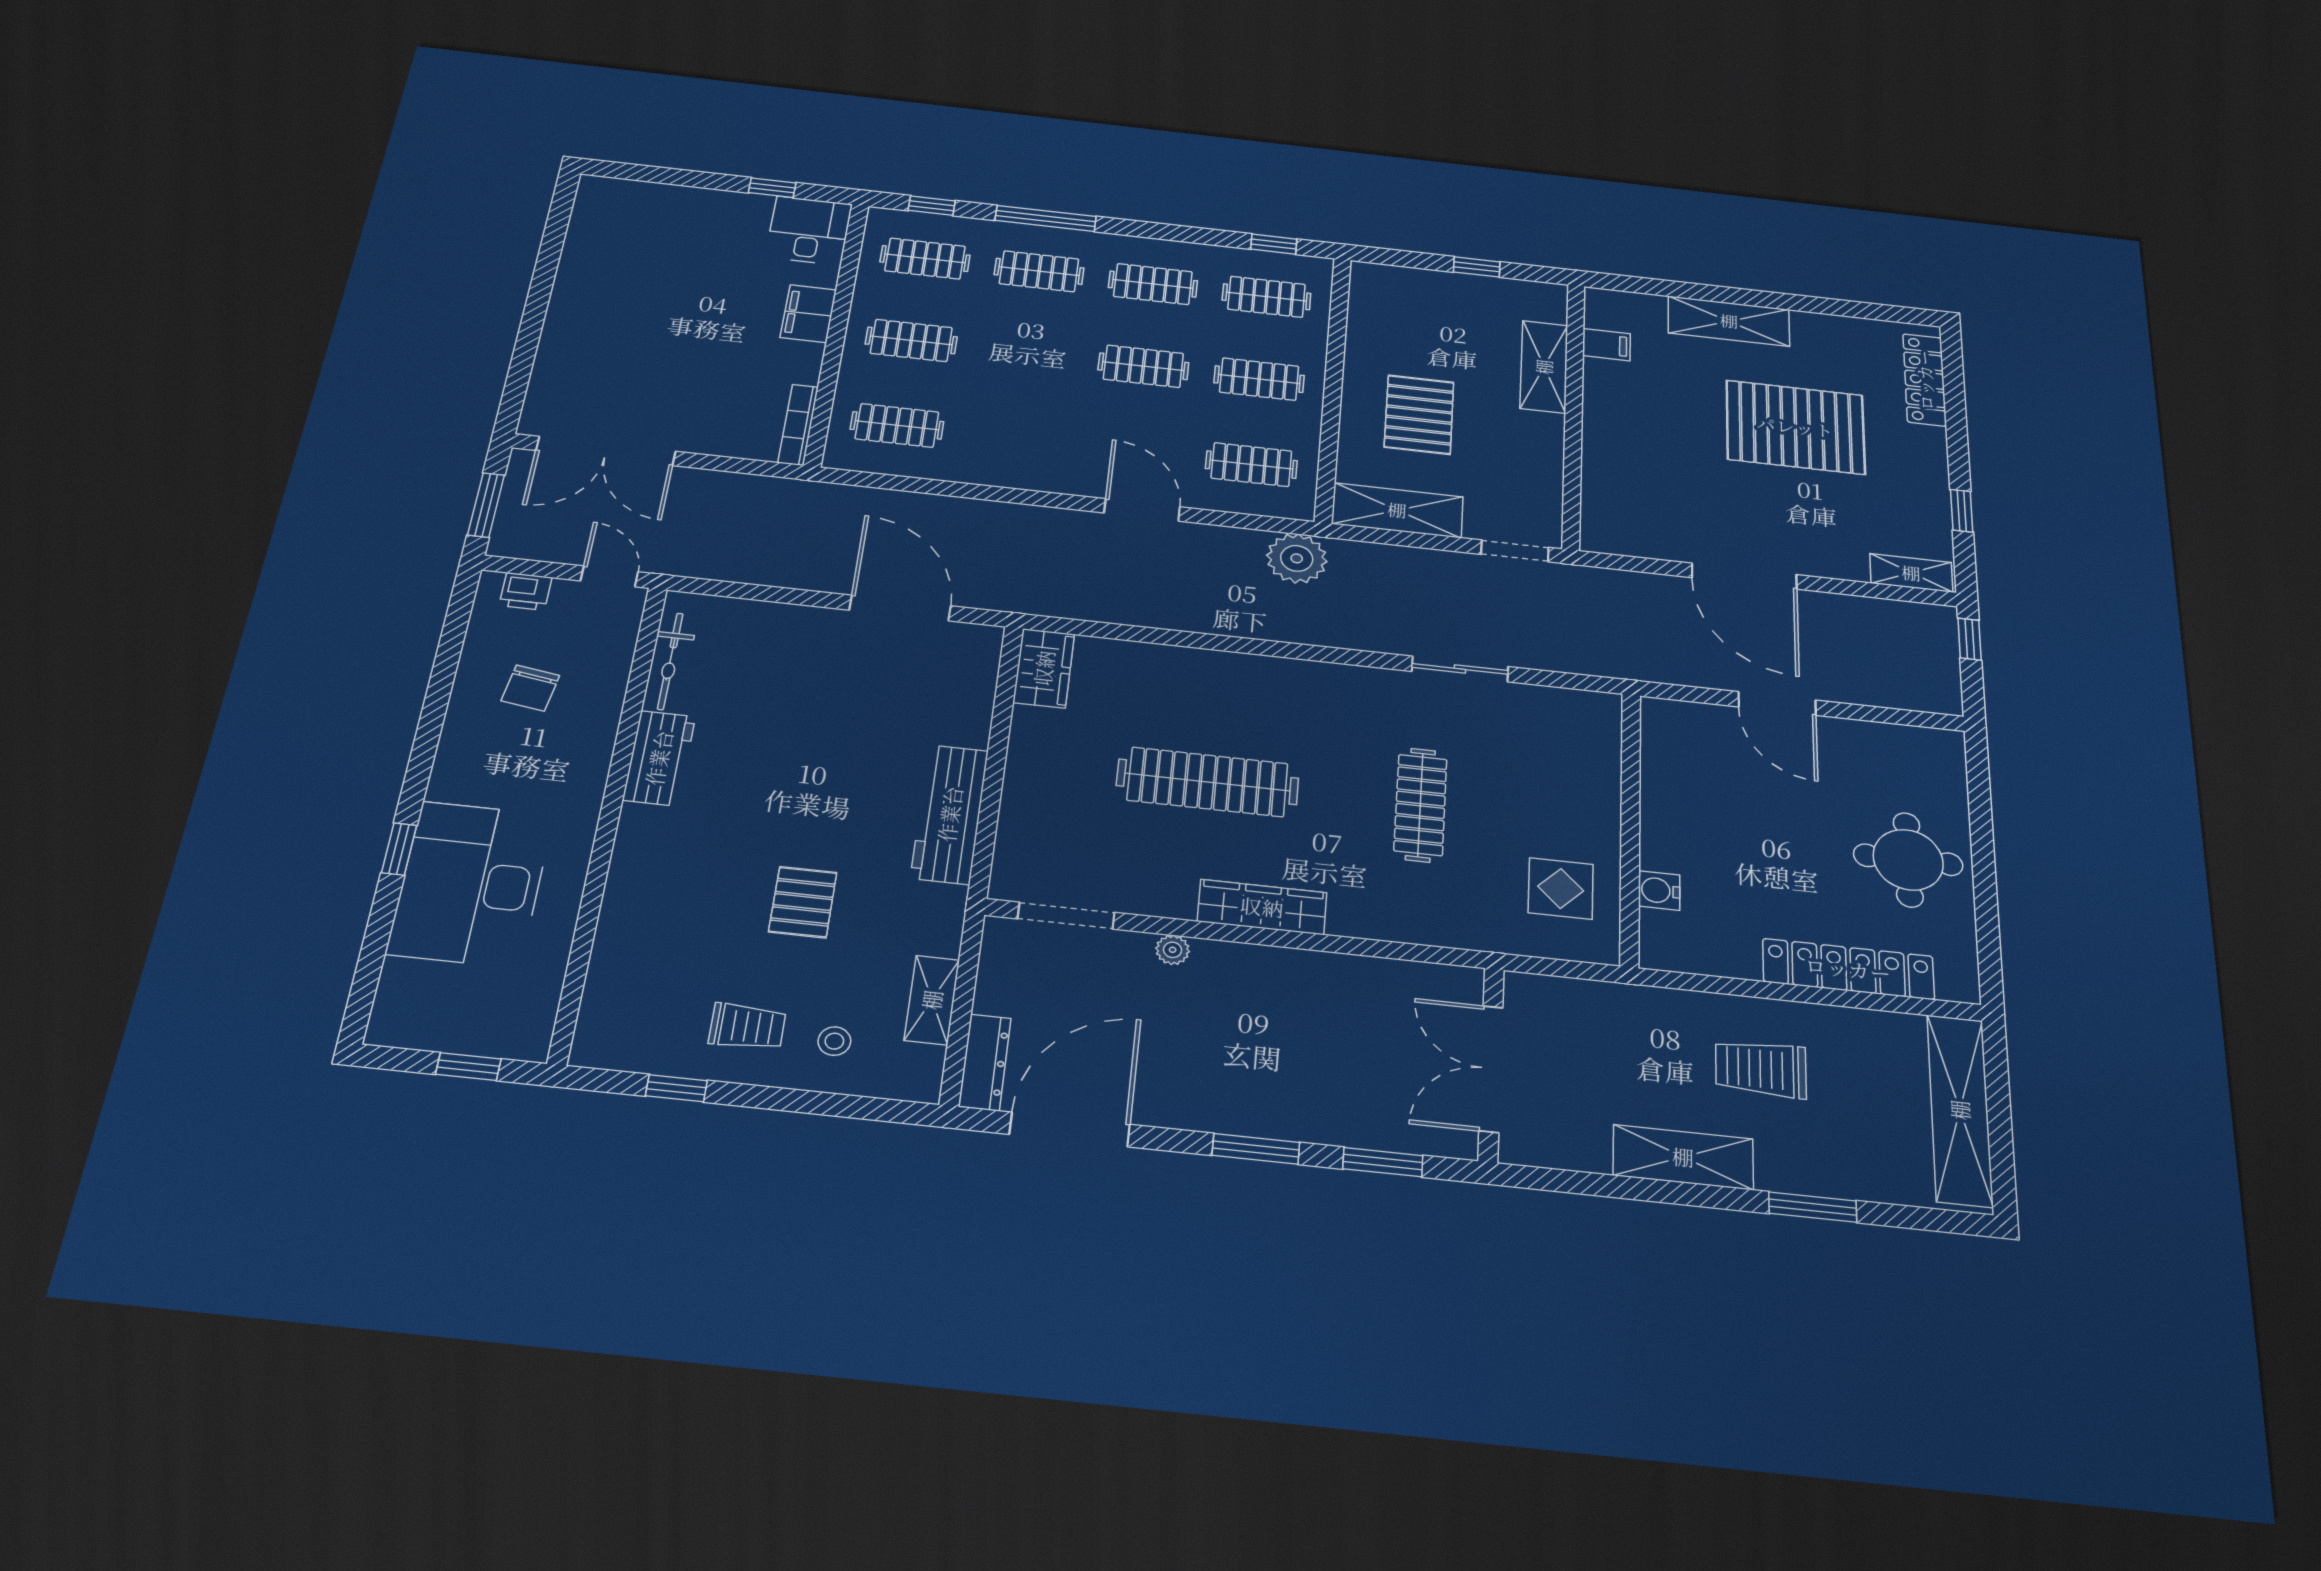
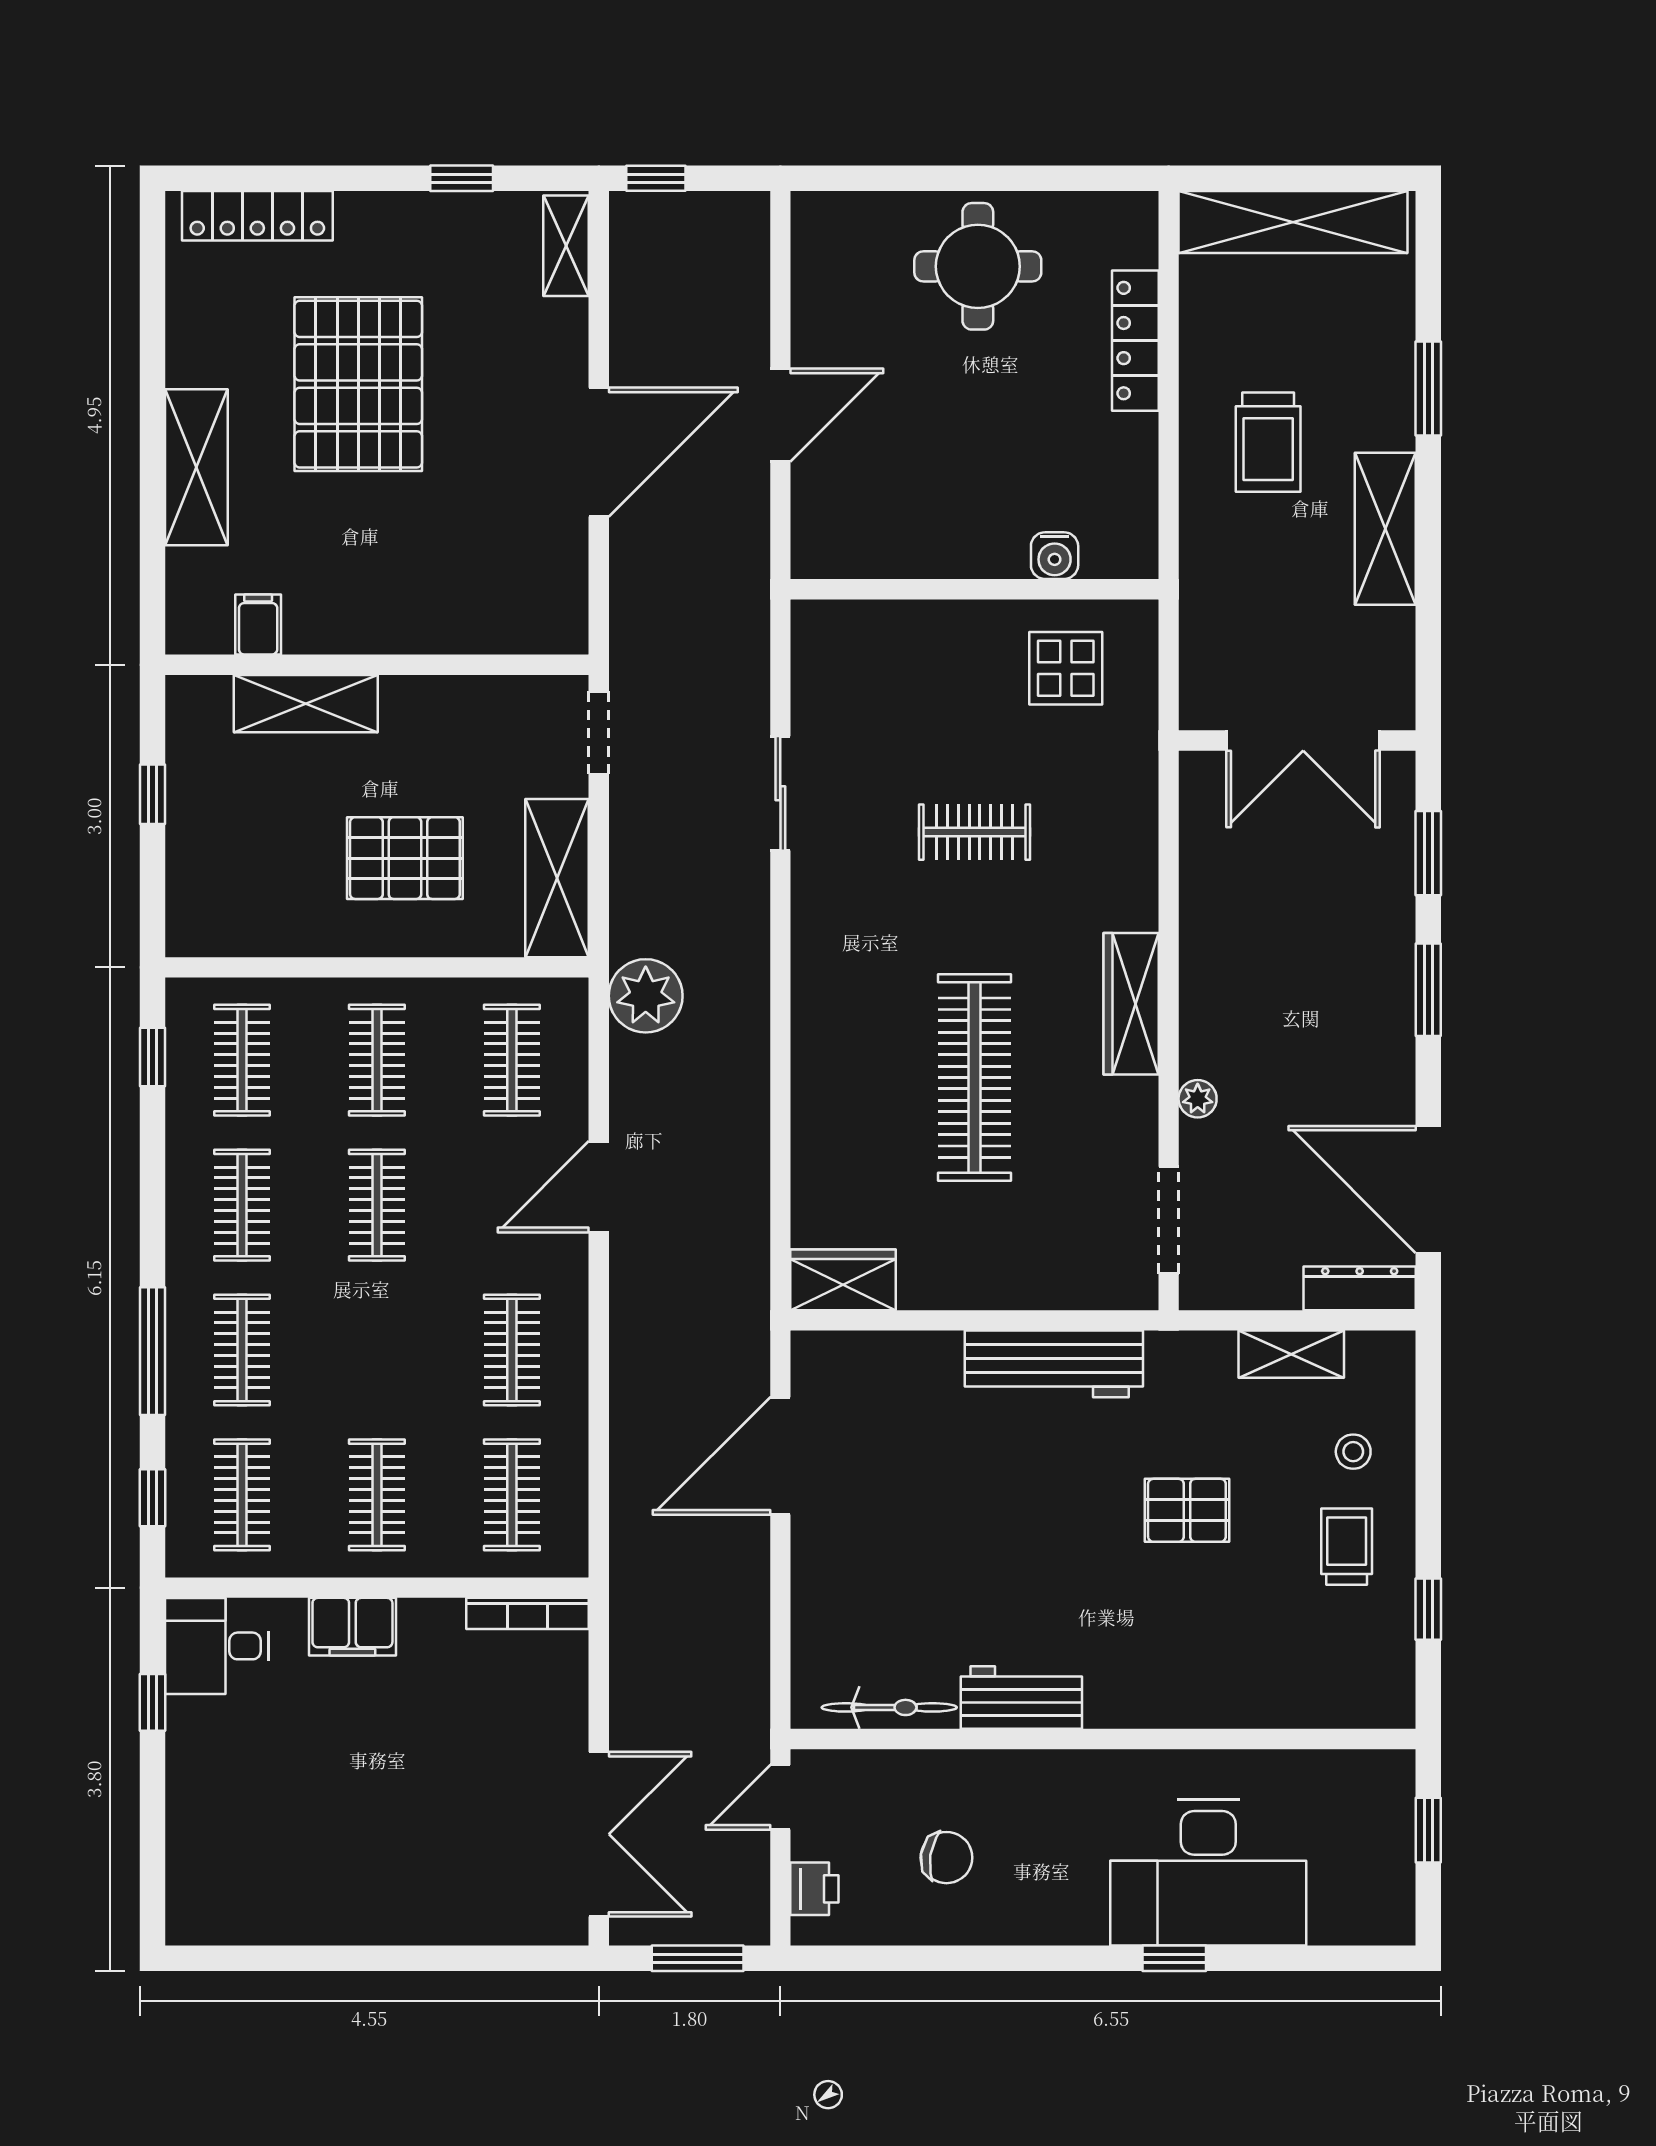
clothes rail: (1015, 439) -> (512, 1350), added
clothes rail: (1420, 805) -> (975, 832), width x0.73
locker: (1848, 969) -> (1135, 341), width x0.71, depth x0.83

